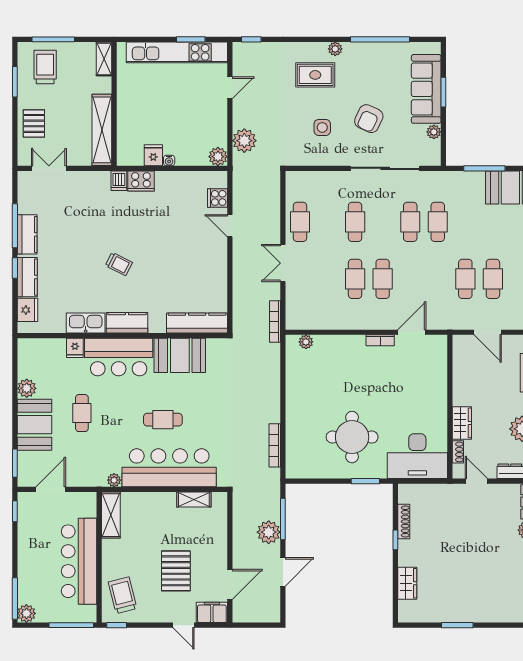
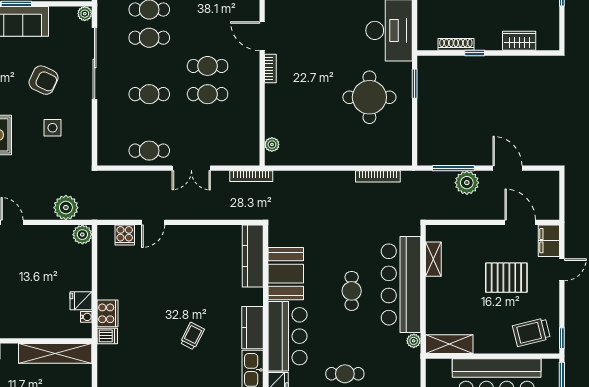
plant: (434, 132) -> (85, 14), moved
water cooler: (169, 160) -> (86, 317), moved

